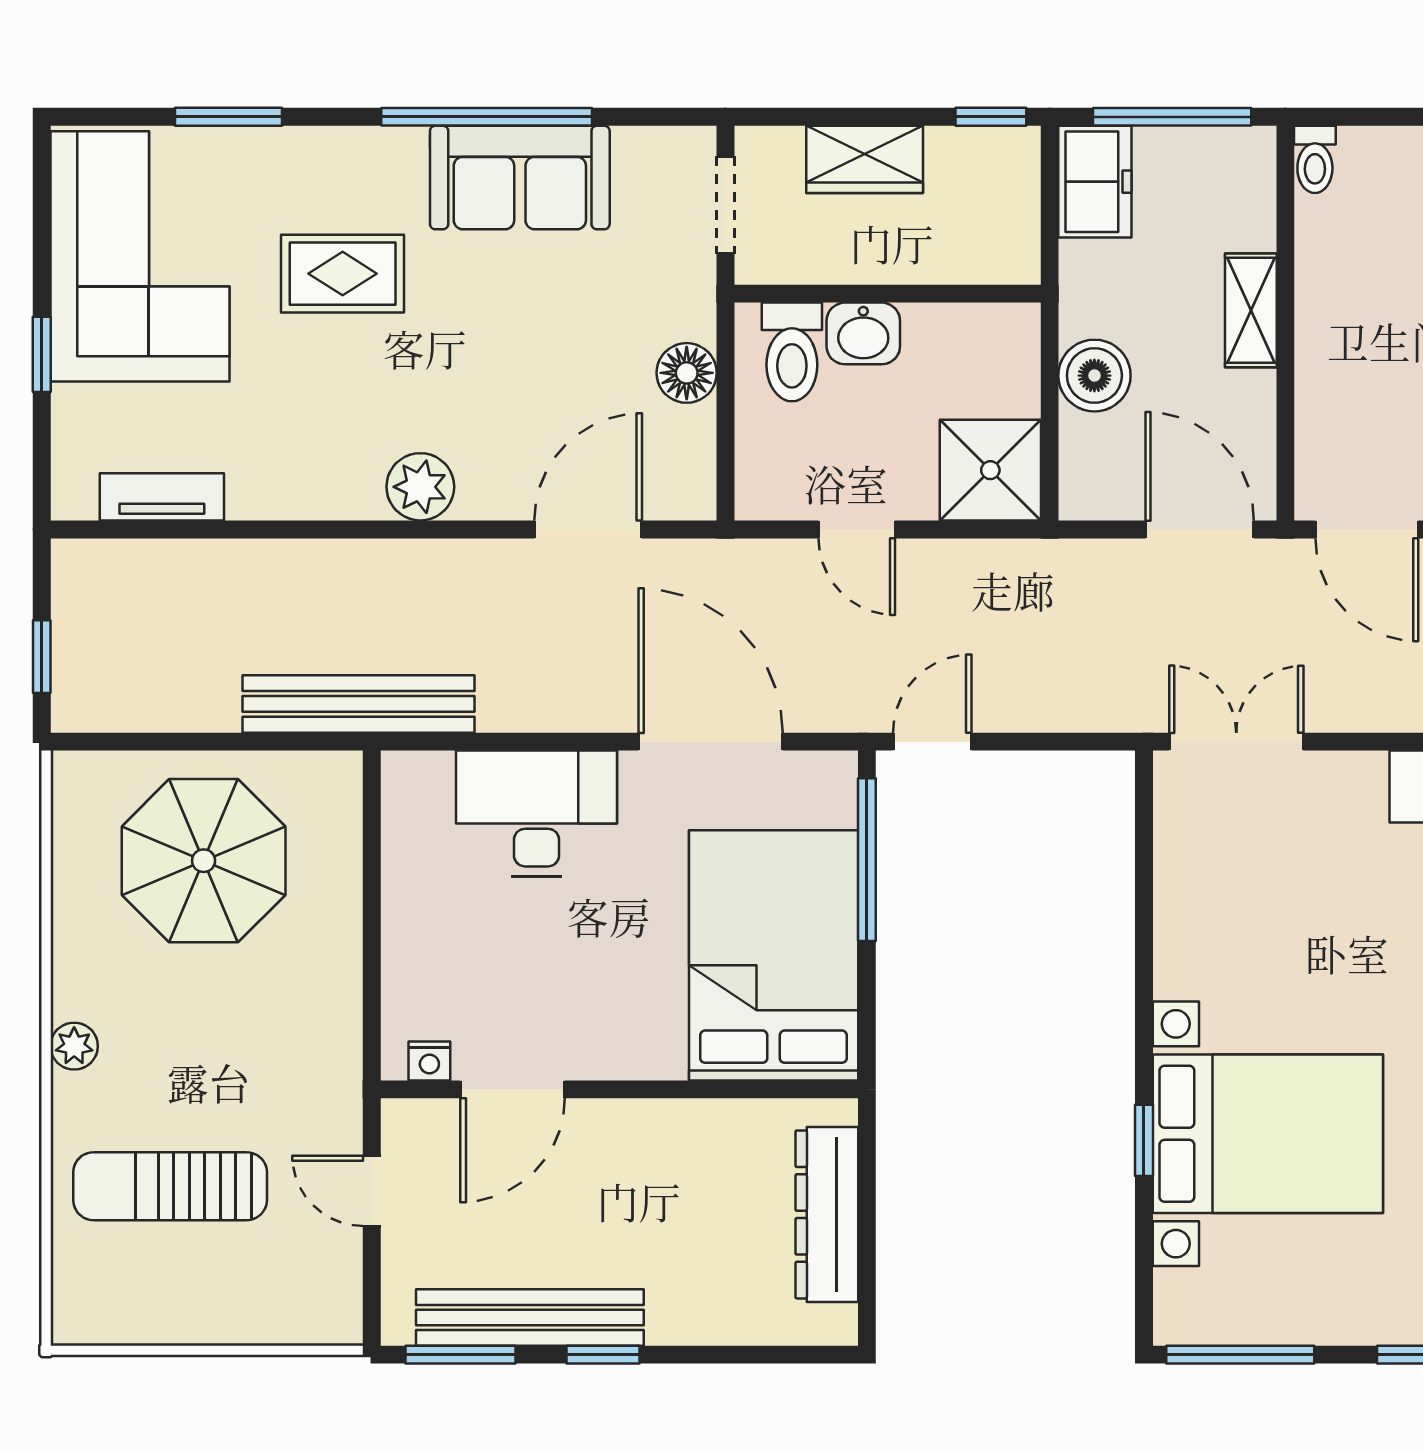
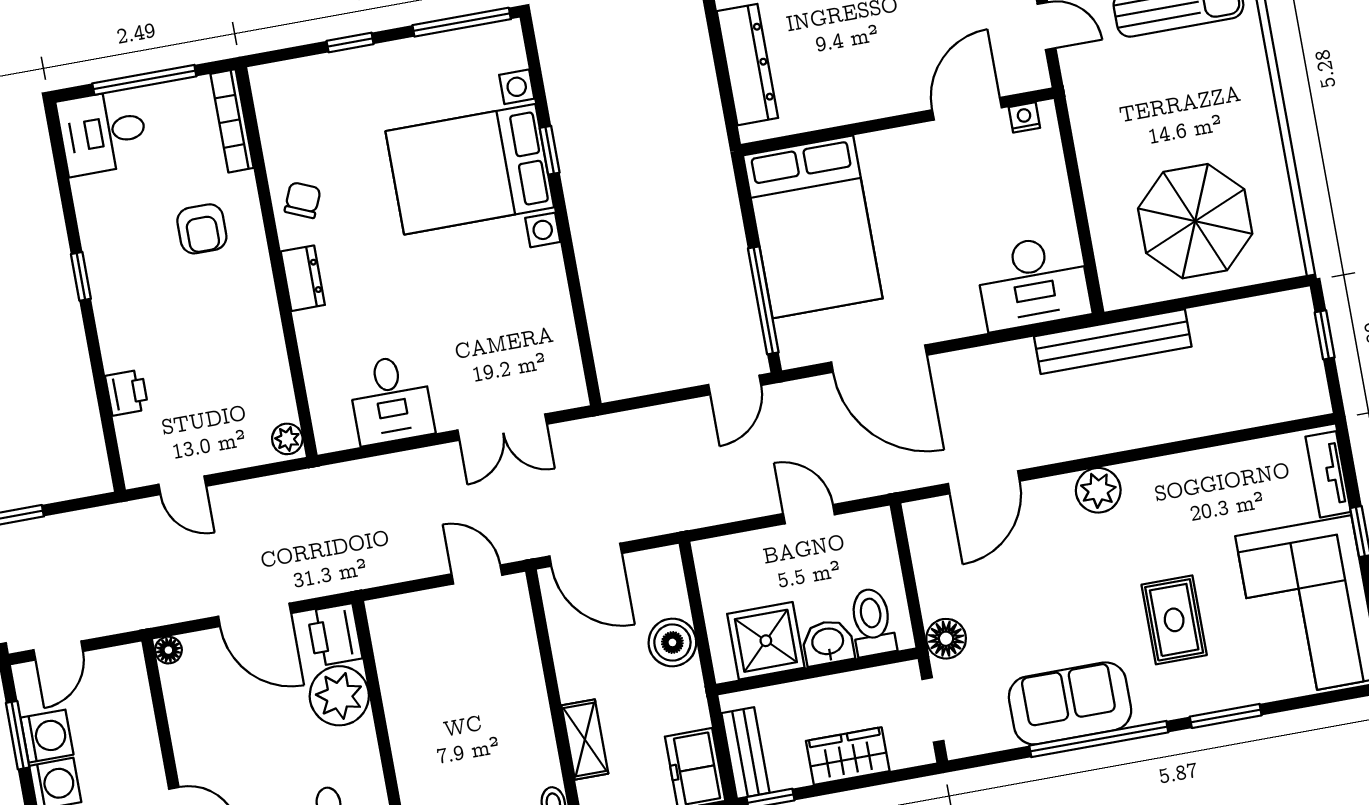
window: (229, 117) -> (1226, 716), moved
bench: (1016, 192) -> (746, 753), added
rug: (343, 274) -> (1174, 620), turned 90
shelving: (1251, 310) -> (585, 739), moved
floor lamp: (687, 373) -> (946, 639), moved
shower: (990, 470) -> (766, 641), moved
tv unit: (162, 497) -> (1328, 474), moved, turned 90
door: (1367, 529) -> (477, 575), width x0.73
double door: (1236, 742) -> (502, 427), moved
desk: (537, 814) -> (1033, 282), moved
plant: (74, 1046) -> (1257, 85), removed

